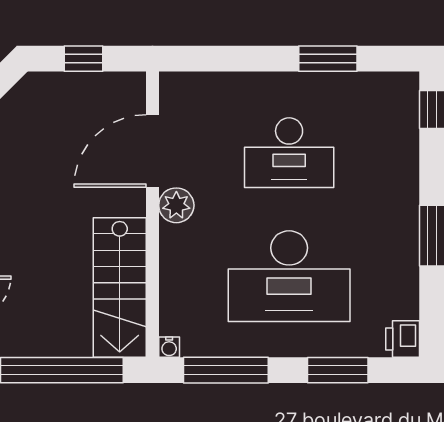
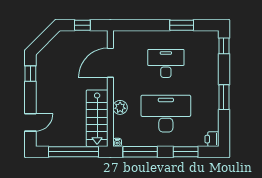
desk: (289, 153) -> (166, 63), turned 180
plant: (176, 205) -> (120, 107), moved
desk: (289, 276) -> (166, 114), turned 180

